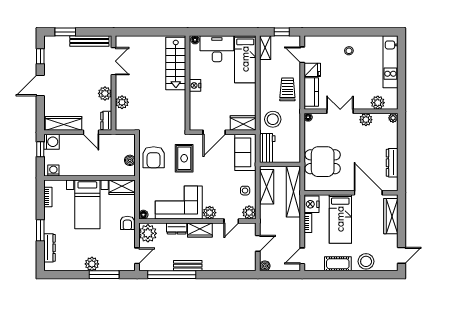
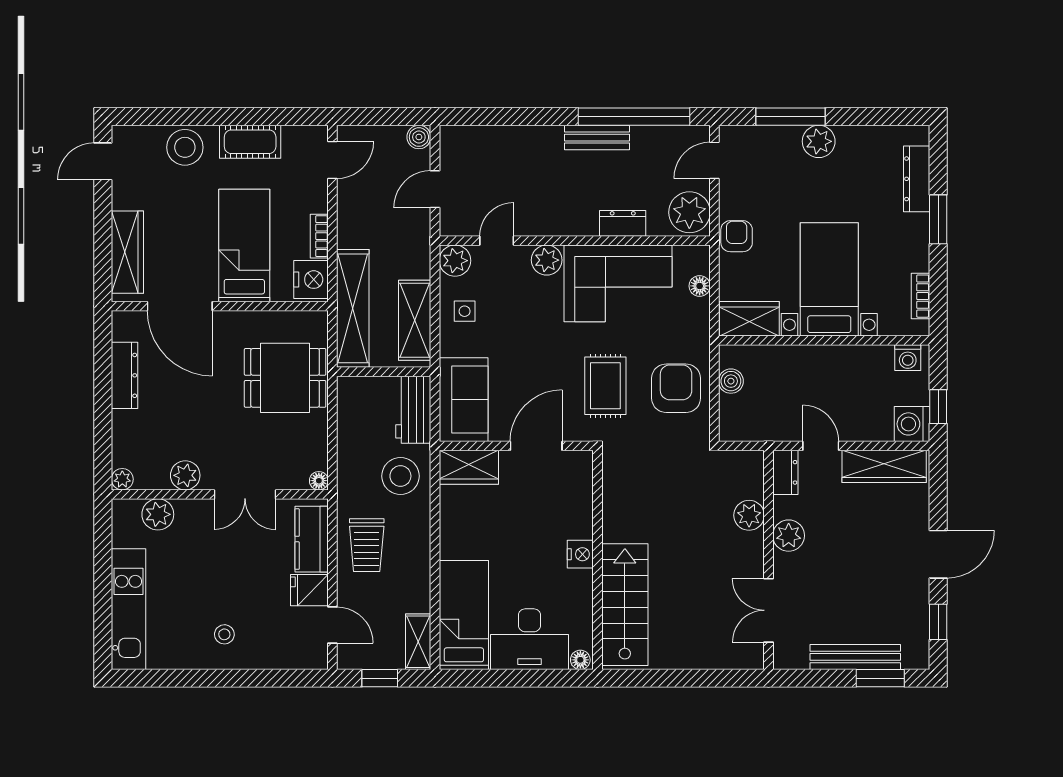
bench: (89, 41) -> (855, 657), moved
floor lamp: (143, 215) -> (700, 286), moved
wardrobe: (200, 230) -> (569, 220), removed

